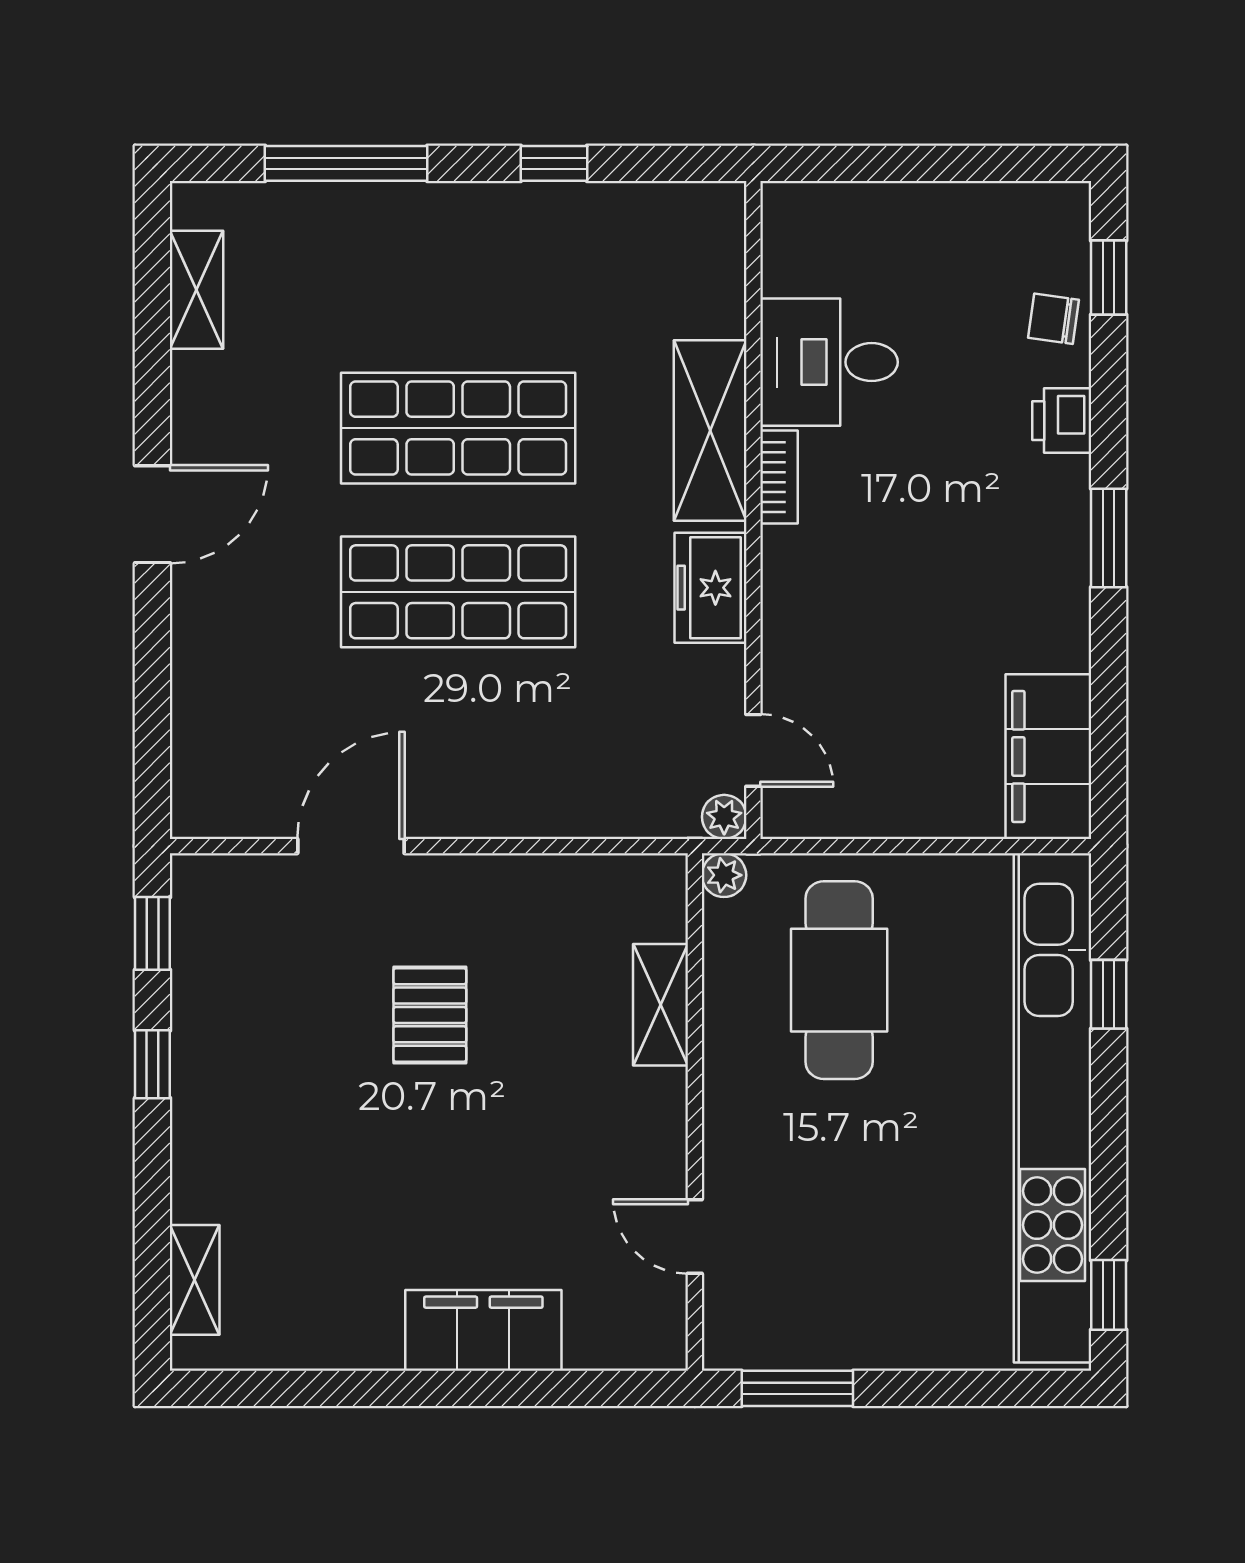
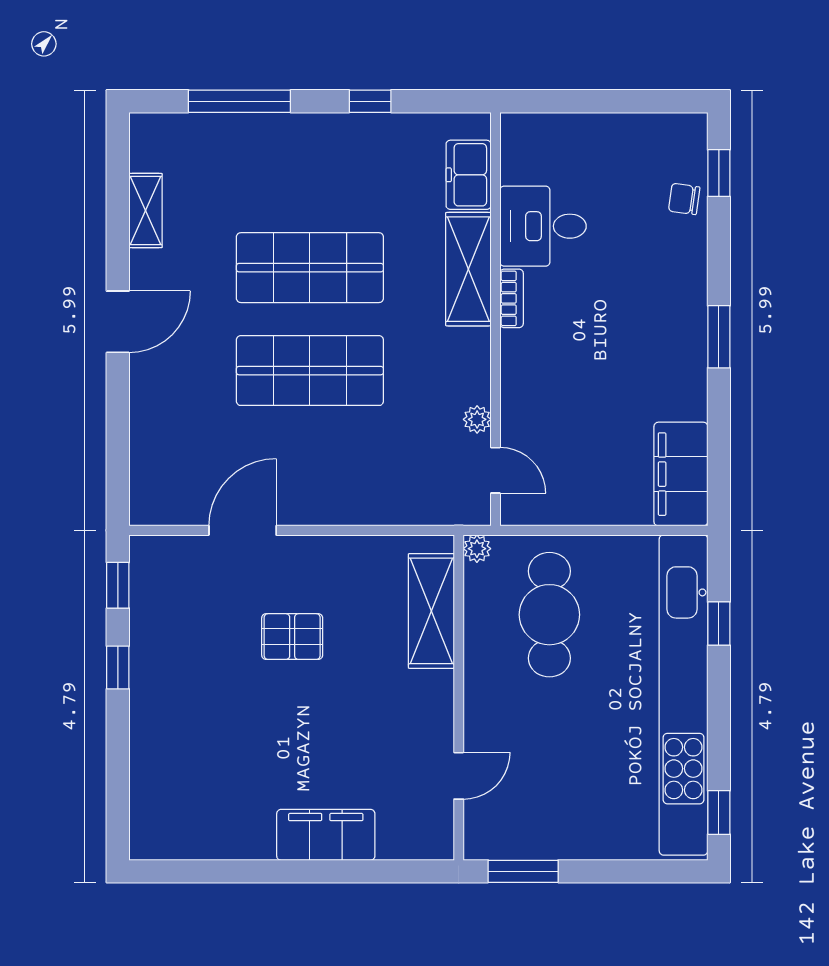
shelving: (197, 290) -> (145, 211), moved
printer: (1062, 421) -> (689, 263), removed
freezer: (710, 588) -> (469, 175), moved
plant: (724, 817) -> (477, 419), moved
shelving: (660, 1005) -> (431, 611), width x1.50, depth x1.33
pallet: (430, 1015) -> (292, 637), turned 90
door: (695, 1237) -> (459, 776), swing flipped
shelving: (195, 1280) -> (144, 803), removed

